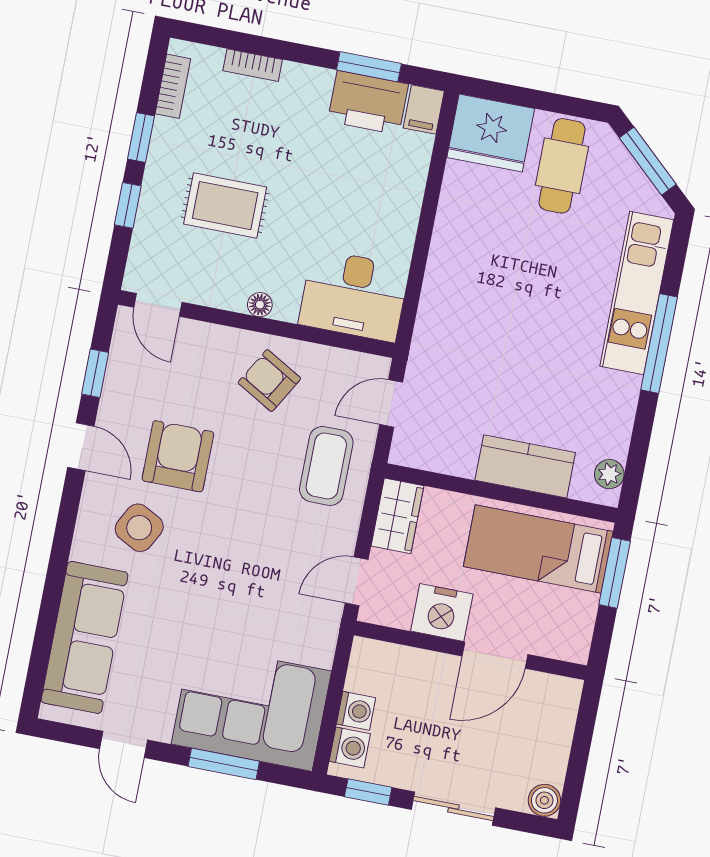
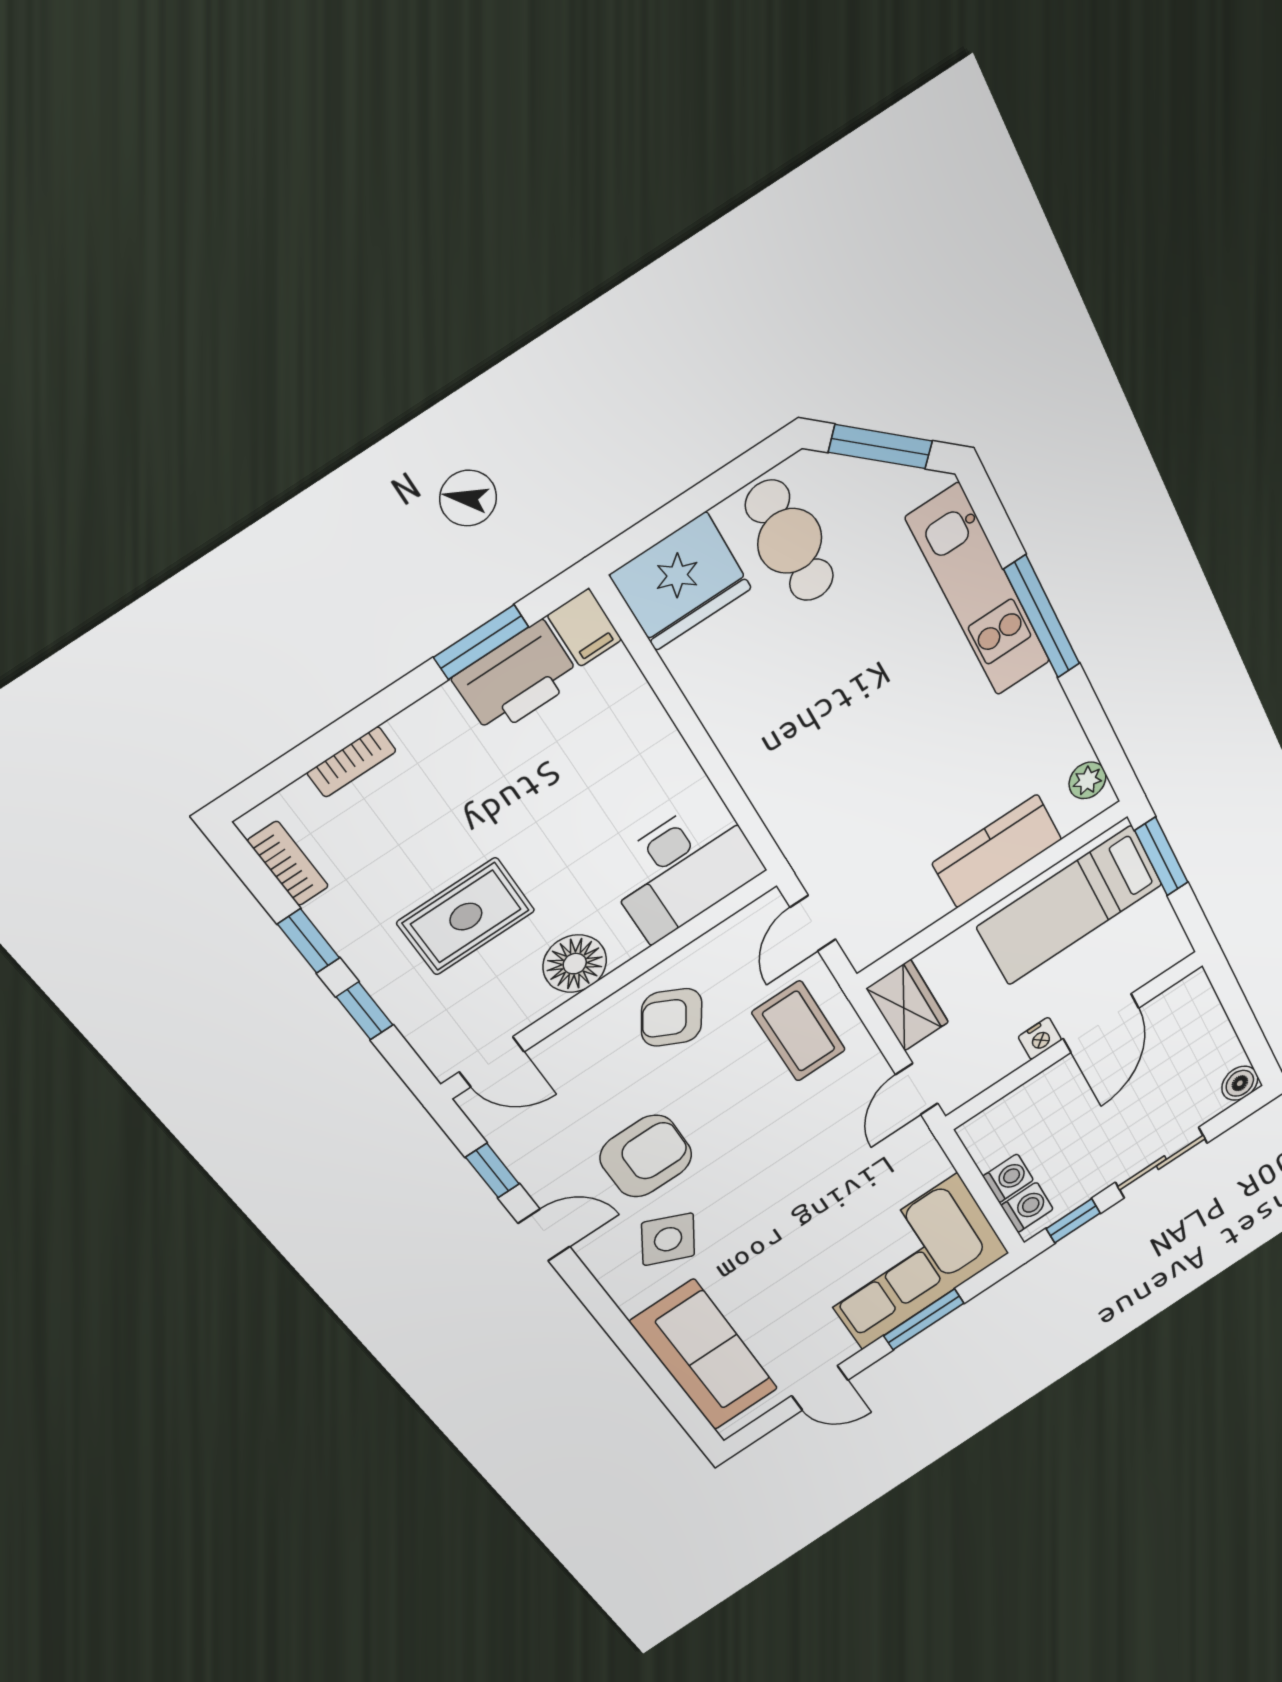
floor lamp: (260, 305) -> (575, 964), width x1.89, depth x1.89
armchair: (178, 456) -> (646, 1156), turned 90
nightstand: (442, 612) -> (1040, 1038), width x0.53, depth x0.56

